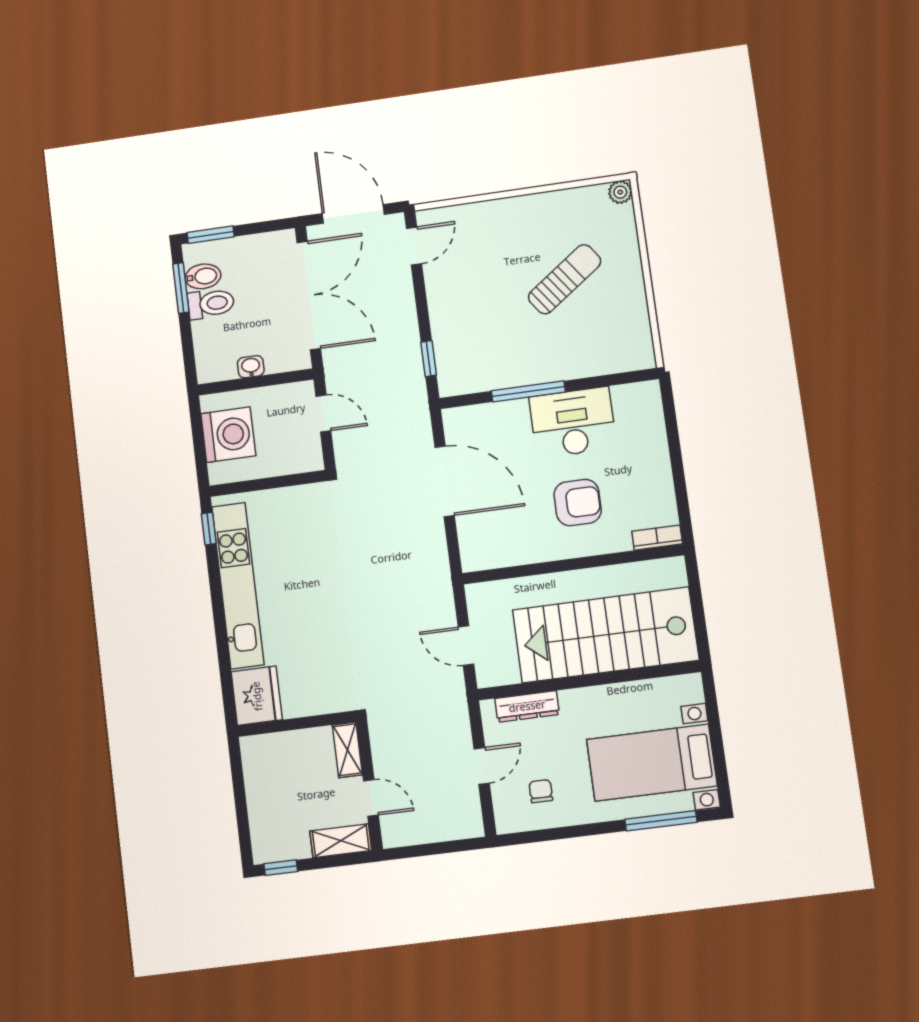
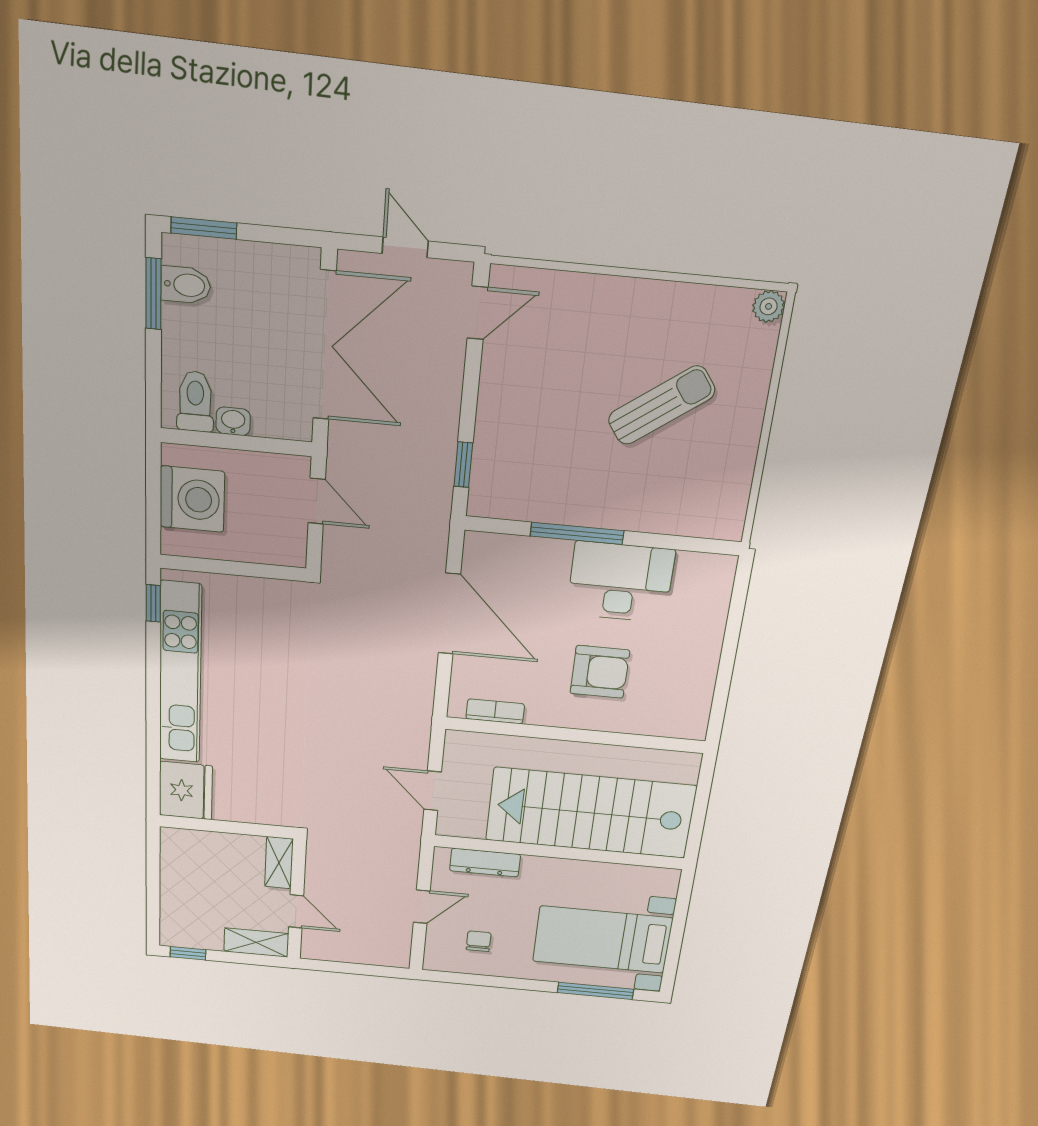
door: (353, 214) -> (405, 247), width x0.53
toilet: (211, 304) -> (195, 401), moved, turned -90
bookcase: (657, 538) -> (495, 711), moved

